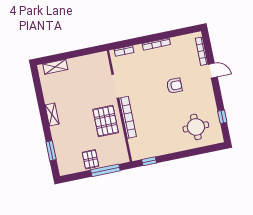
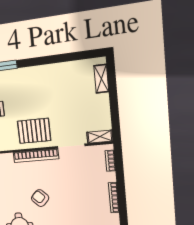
armchair: (174, 86) -> (40, 198), moved, turned 134
shelving: (52, 114) -> (100, 137), moved

